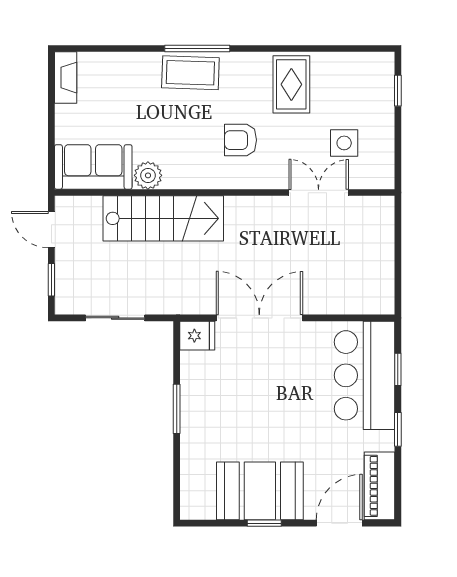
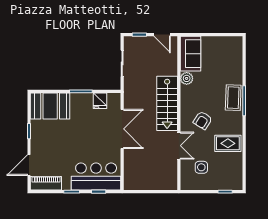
fireplace: (66, 78) -> (231, 41), removed
armchair: (240, 140) -> (203, 120), turned -148
double door: (319, 193) -> (179, 146), moved
stairs: (163, 218) -> (167, 103), moved
door: (51, 230) -> (162, 35), swing flipped
fridge: (197, 336) -> (100, 101), moved
booth: (260, 491) -> (50, 106), moved, turned 90
door: (339, 523) -> (29, 165), swing flipped

